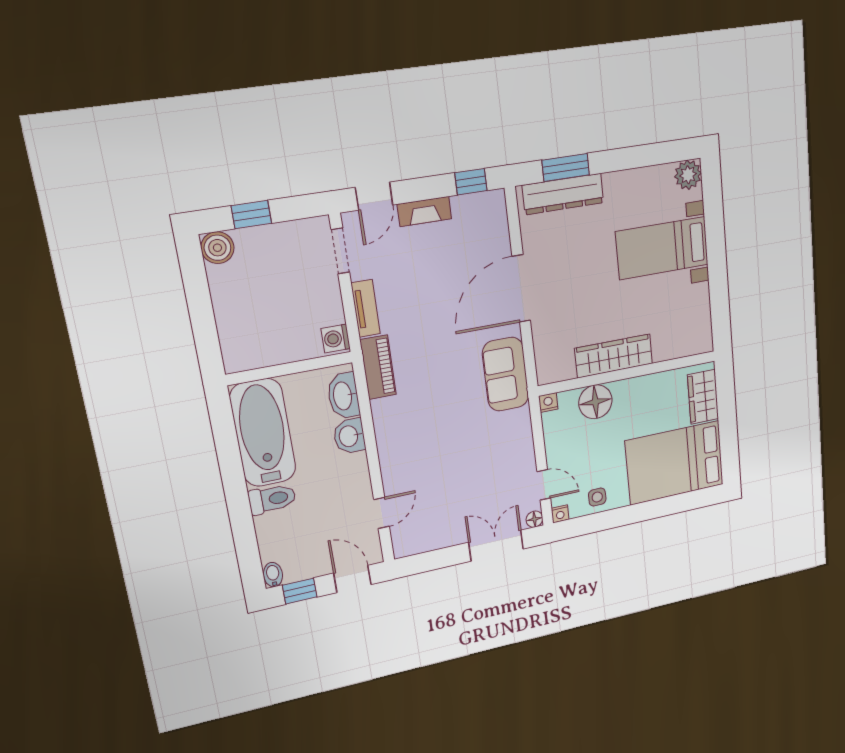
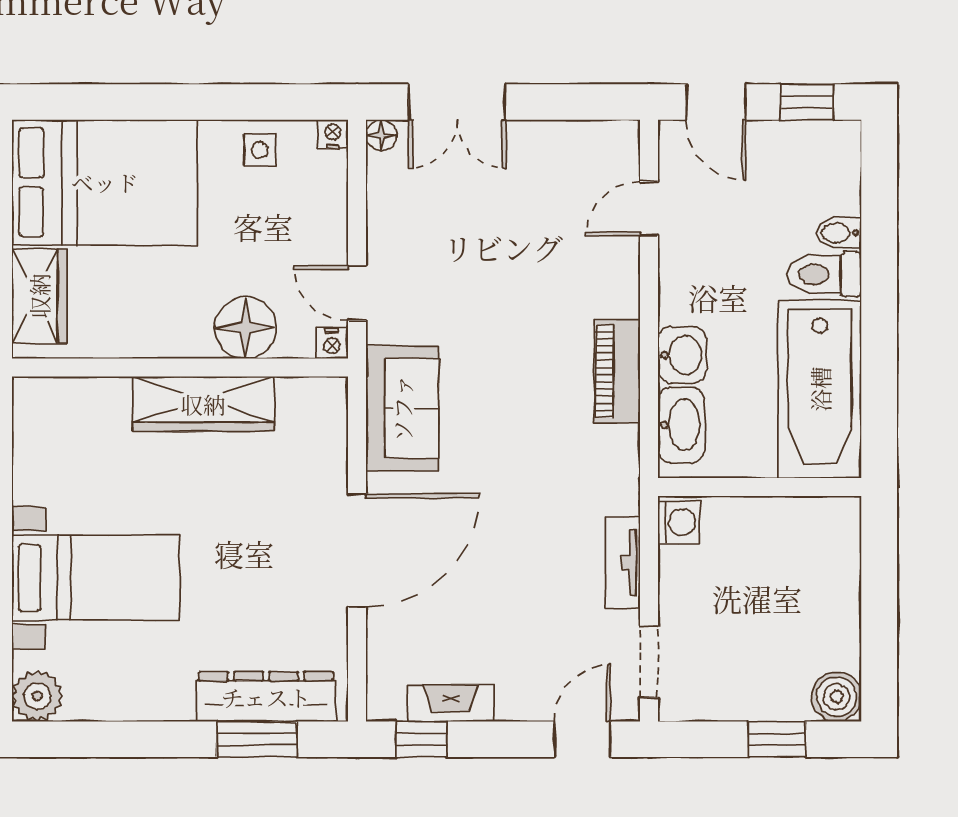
fireplace: (424, 211) -> (451, 703), moved
piano: (378, 367) -> (617, 371), moved
door: (544, 485) -> (357, 293), moved
bidet: (273, 575) -> (839, 233), moved, turned 90

